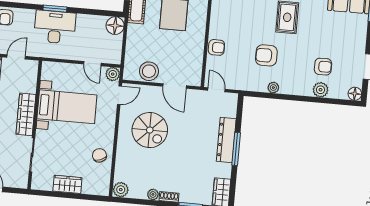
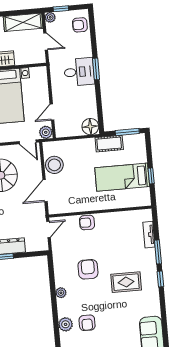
desk: (55, 27) -> (79, 72), width x0.73
armchair: (216, 47) -> (87, 223), turned 90
plant: (273, 88) -> (61, 293), moved

